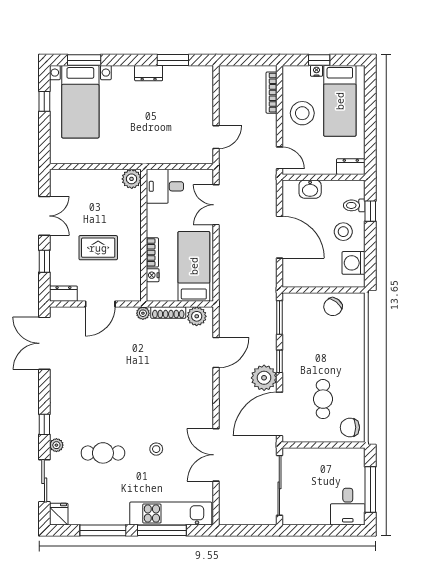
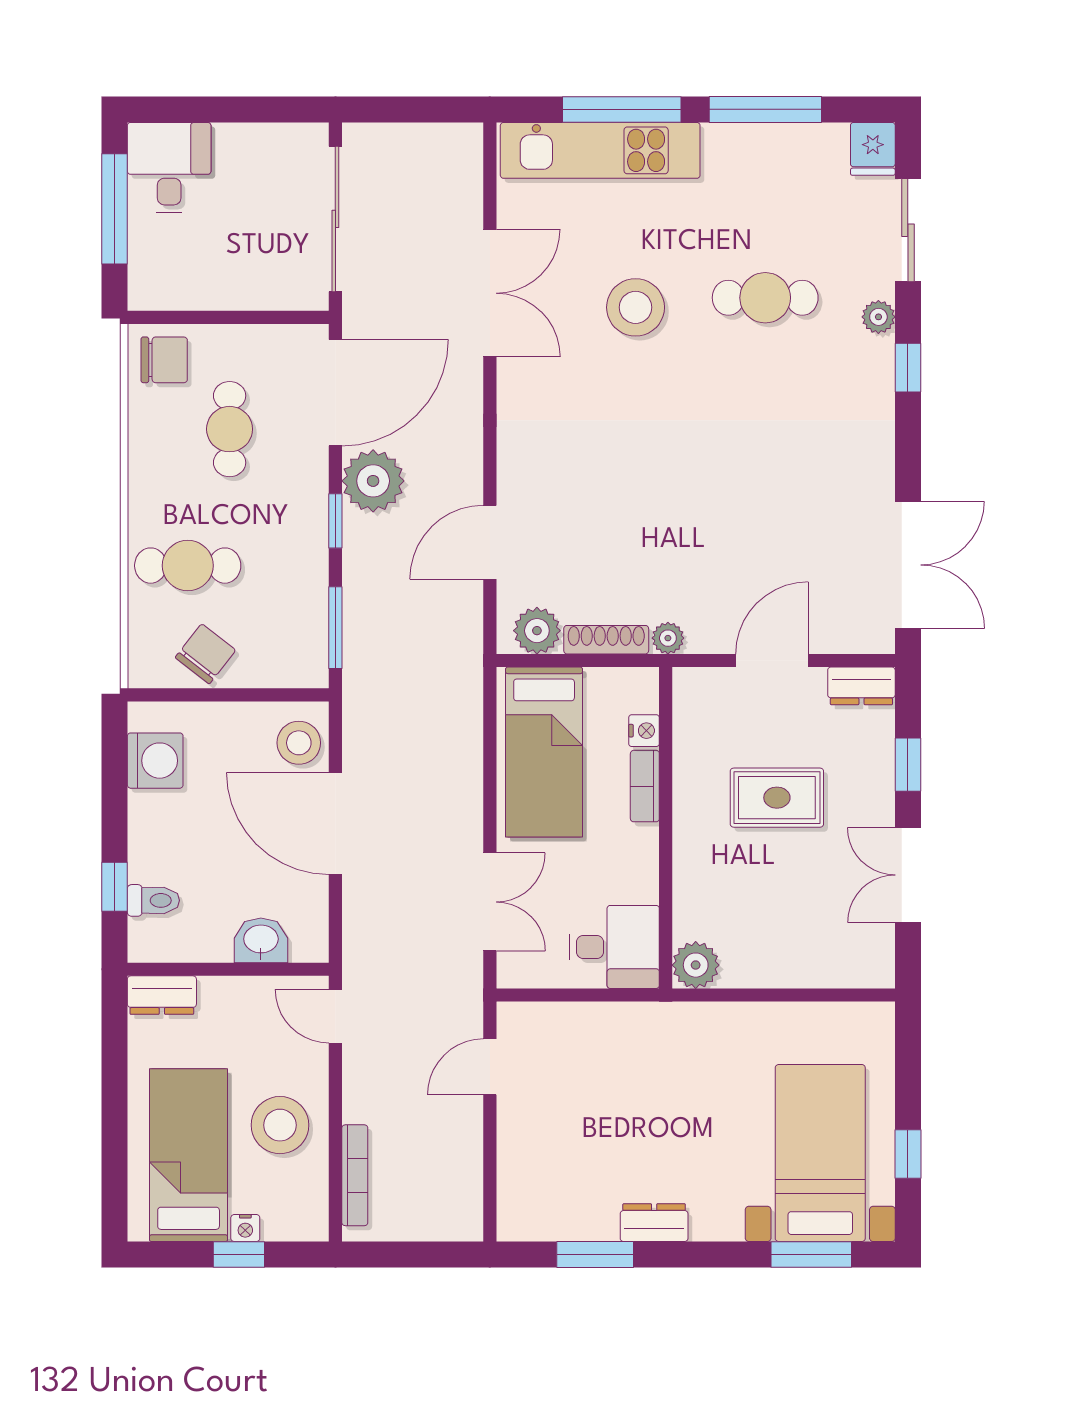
stool: (343, 232) -> (299, 743), moved
cafe table: (340, 343) -> (188, 566), added
stool: (156, 449) -> (636, 307), width x1.89, depth x1.89

